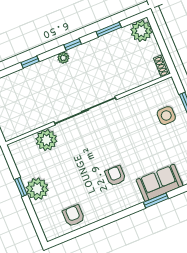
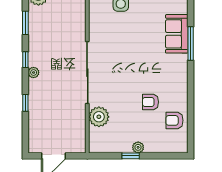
armchair: (115, 176) -> (151, 102), moved
plant: (37, 189) -> (138, 147), width x0.53, depth x0.53
window: (156, 200) -> (191, 44), width x1.44

